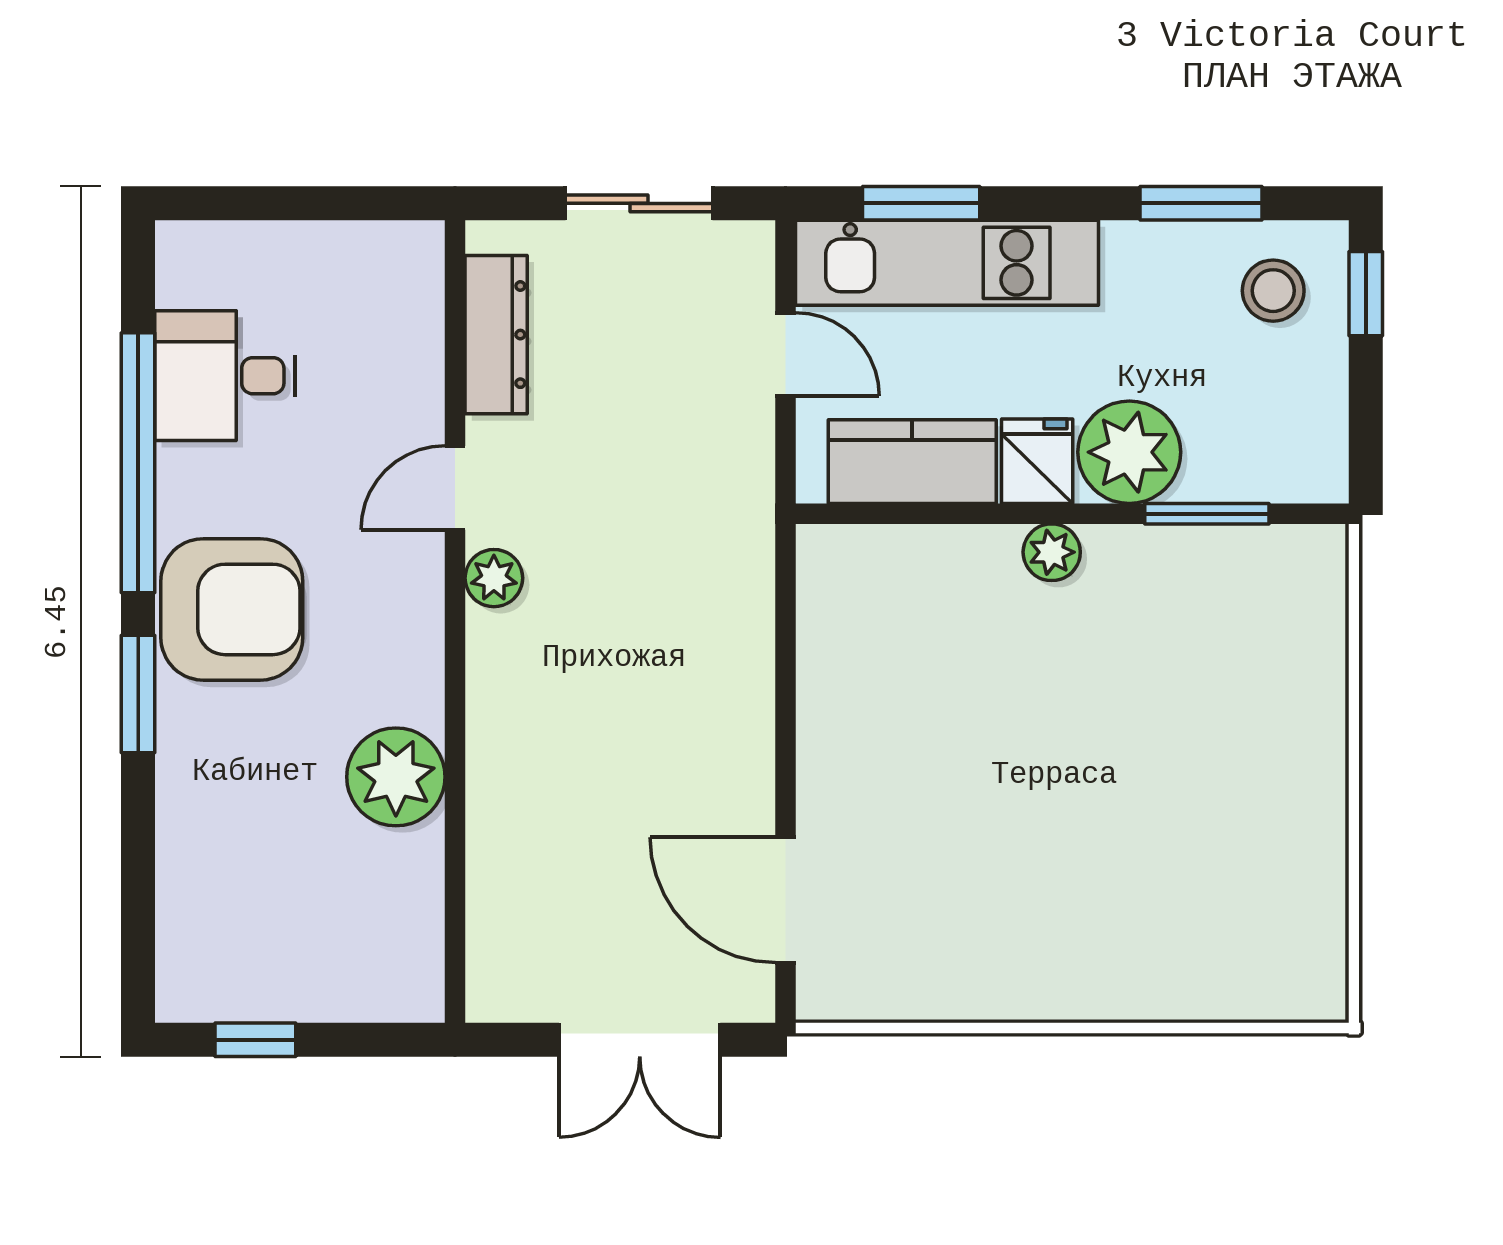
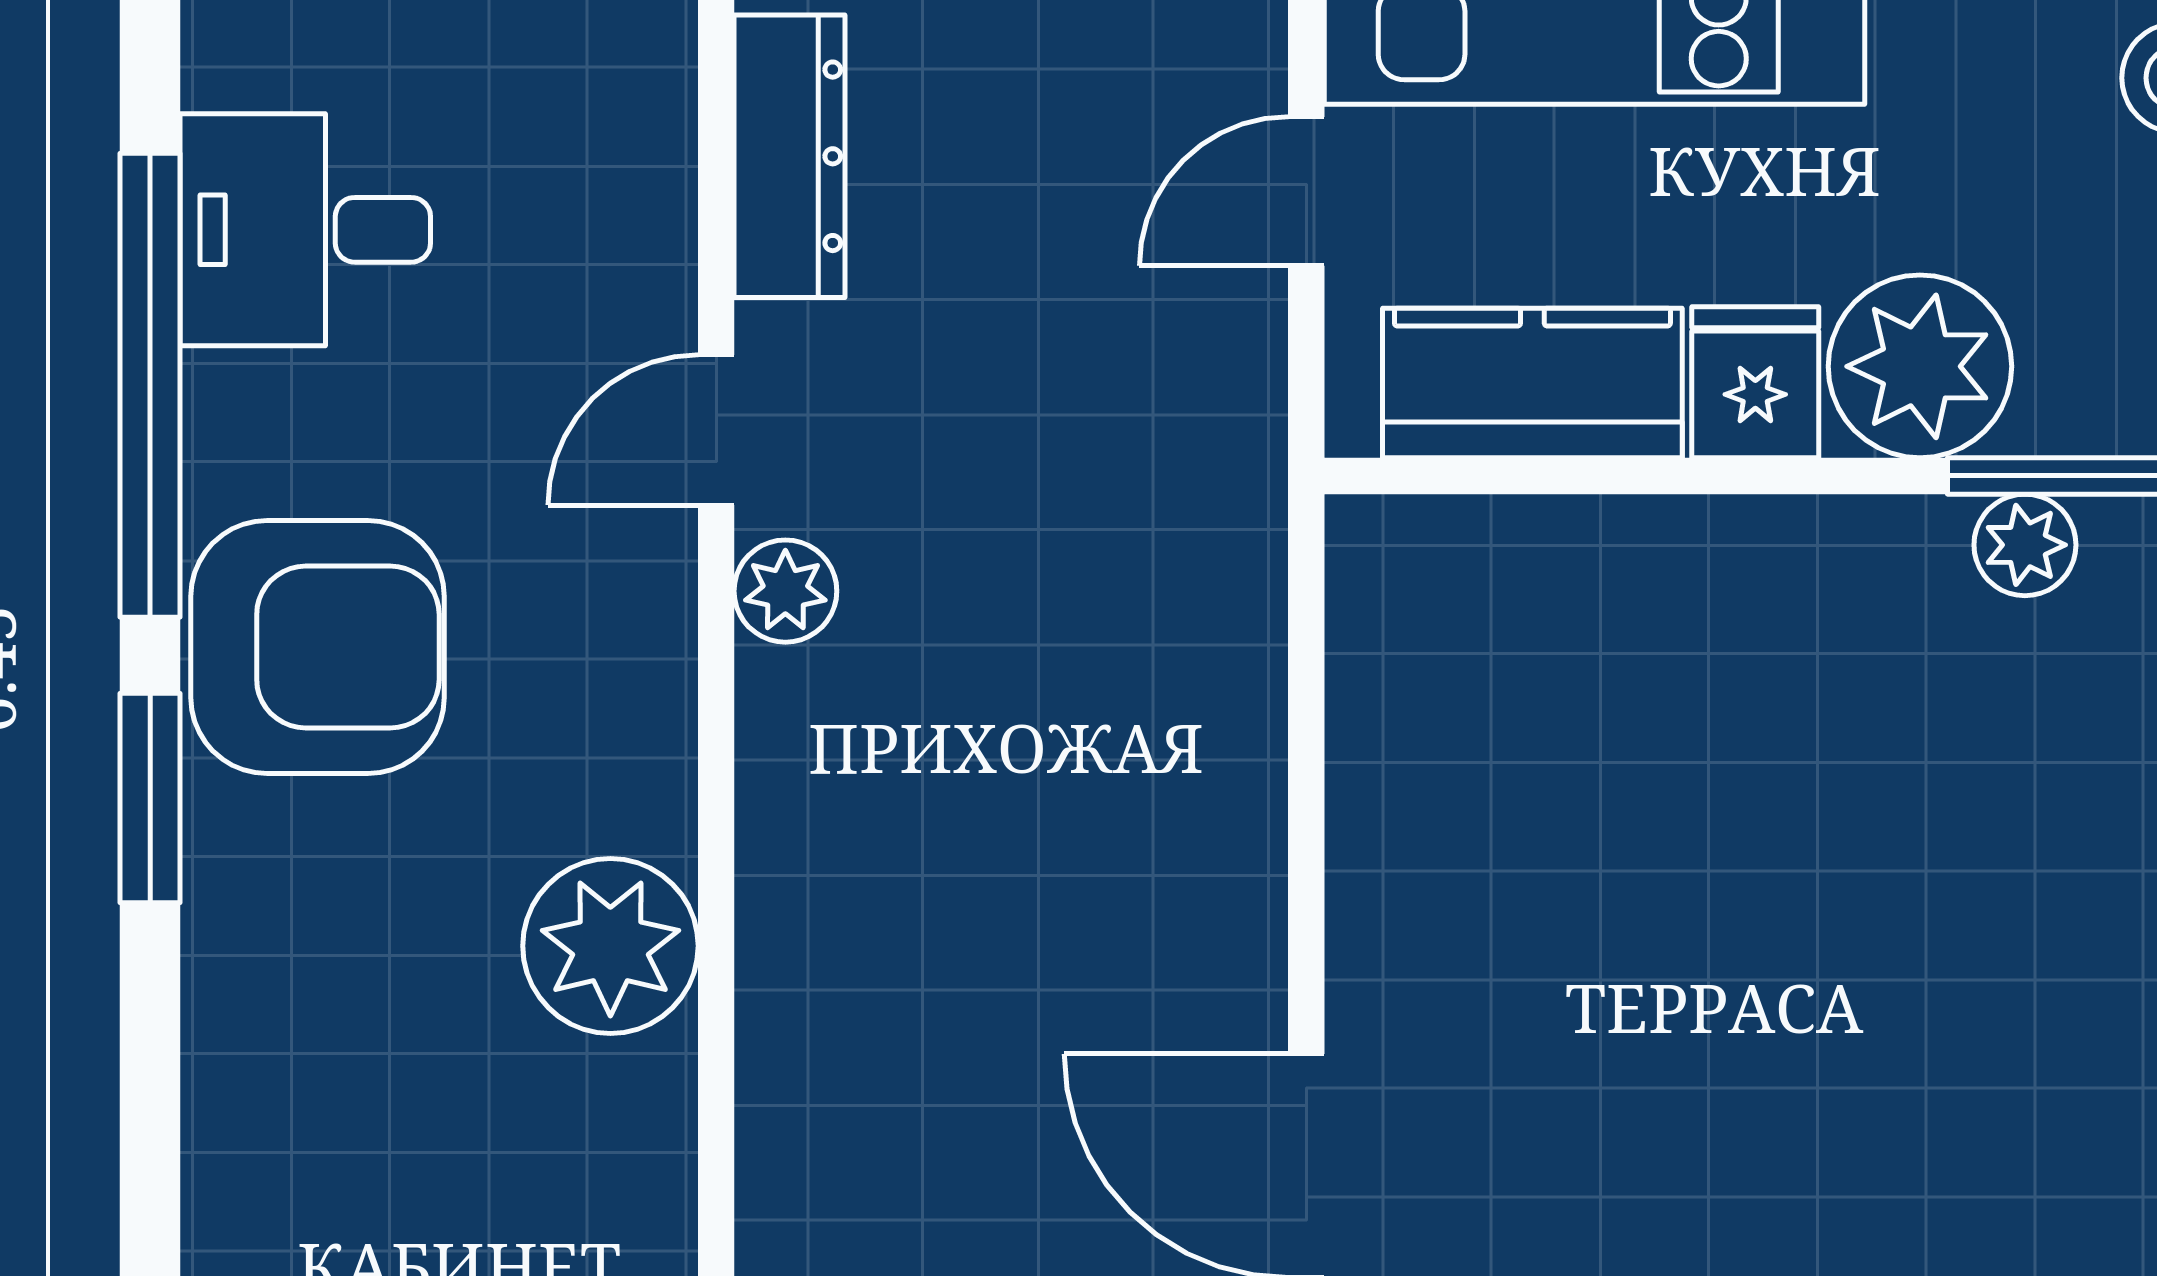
door: (786, 354) -> (1306, 191), swing flipped
plant: (1052, 552) -> (2025, 545), moved

